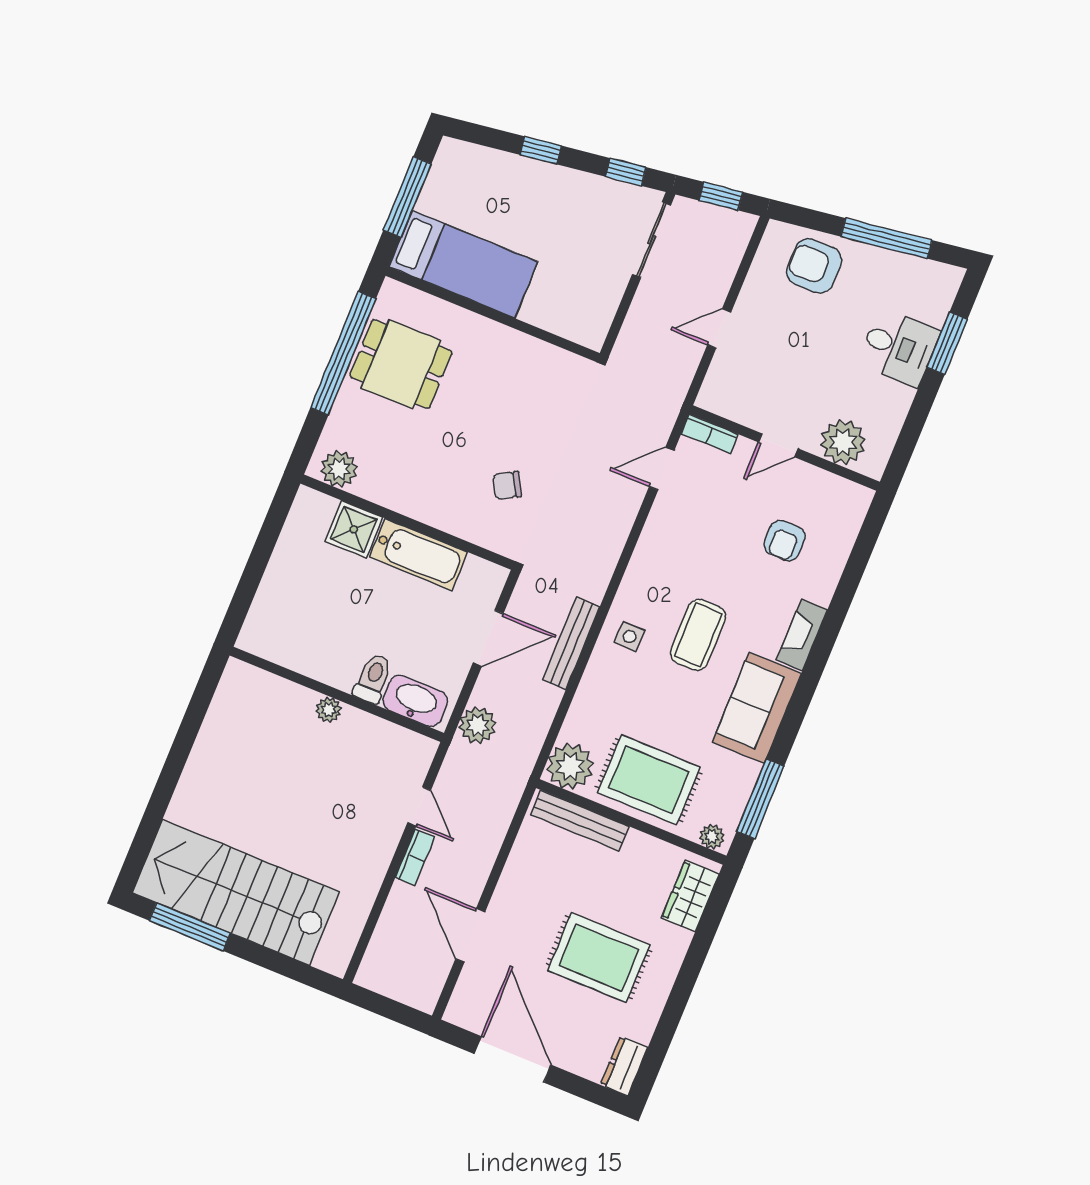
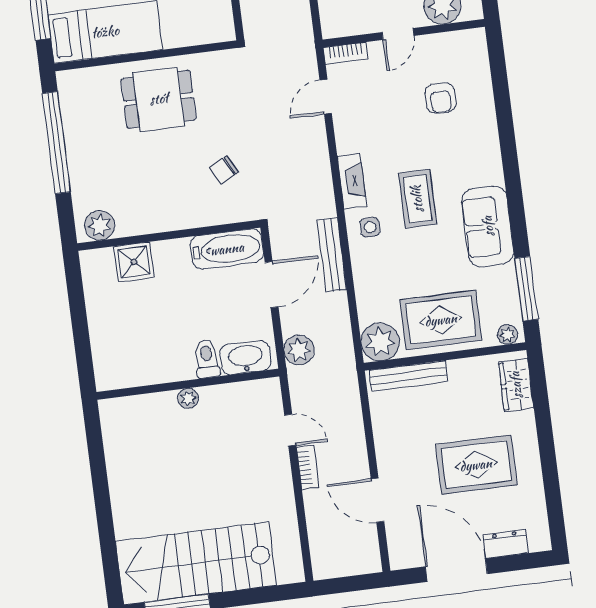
dining table: (401, 364) -> (159, 99), moved
bathtub: (418, 554) -> (227, 249), moved
fireplace: (802, 635) -> (352, 181), moved, turned 180
dresser: (624, 1066) -> (505, 544), moved, turned 90

